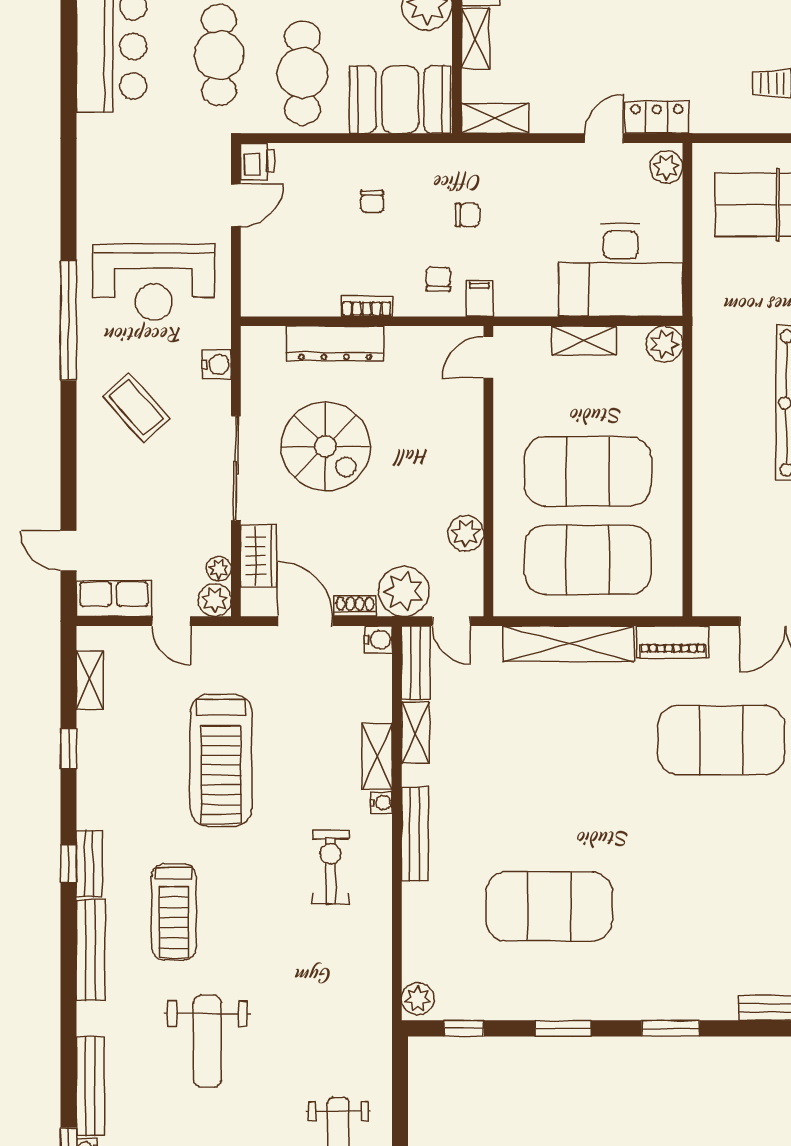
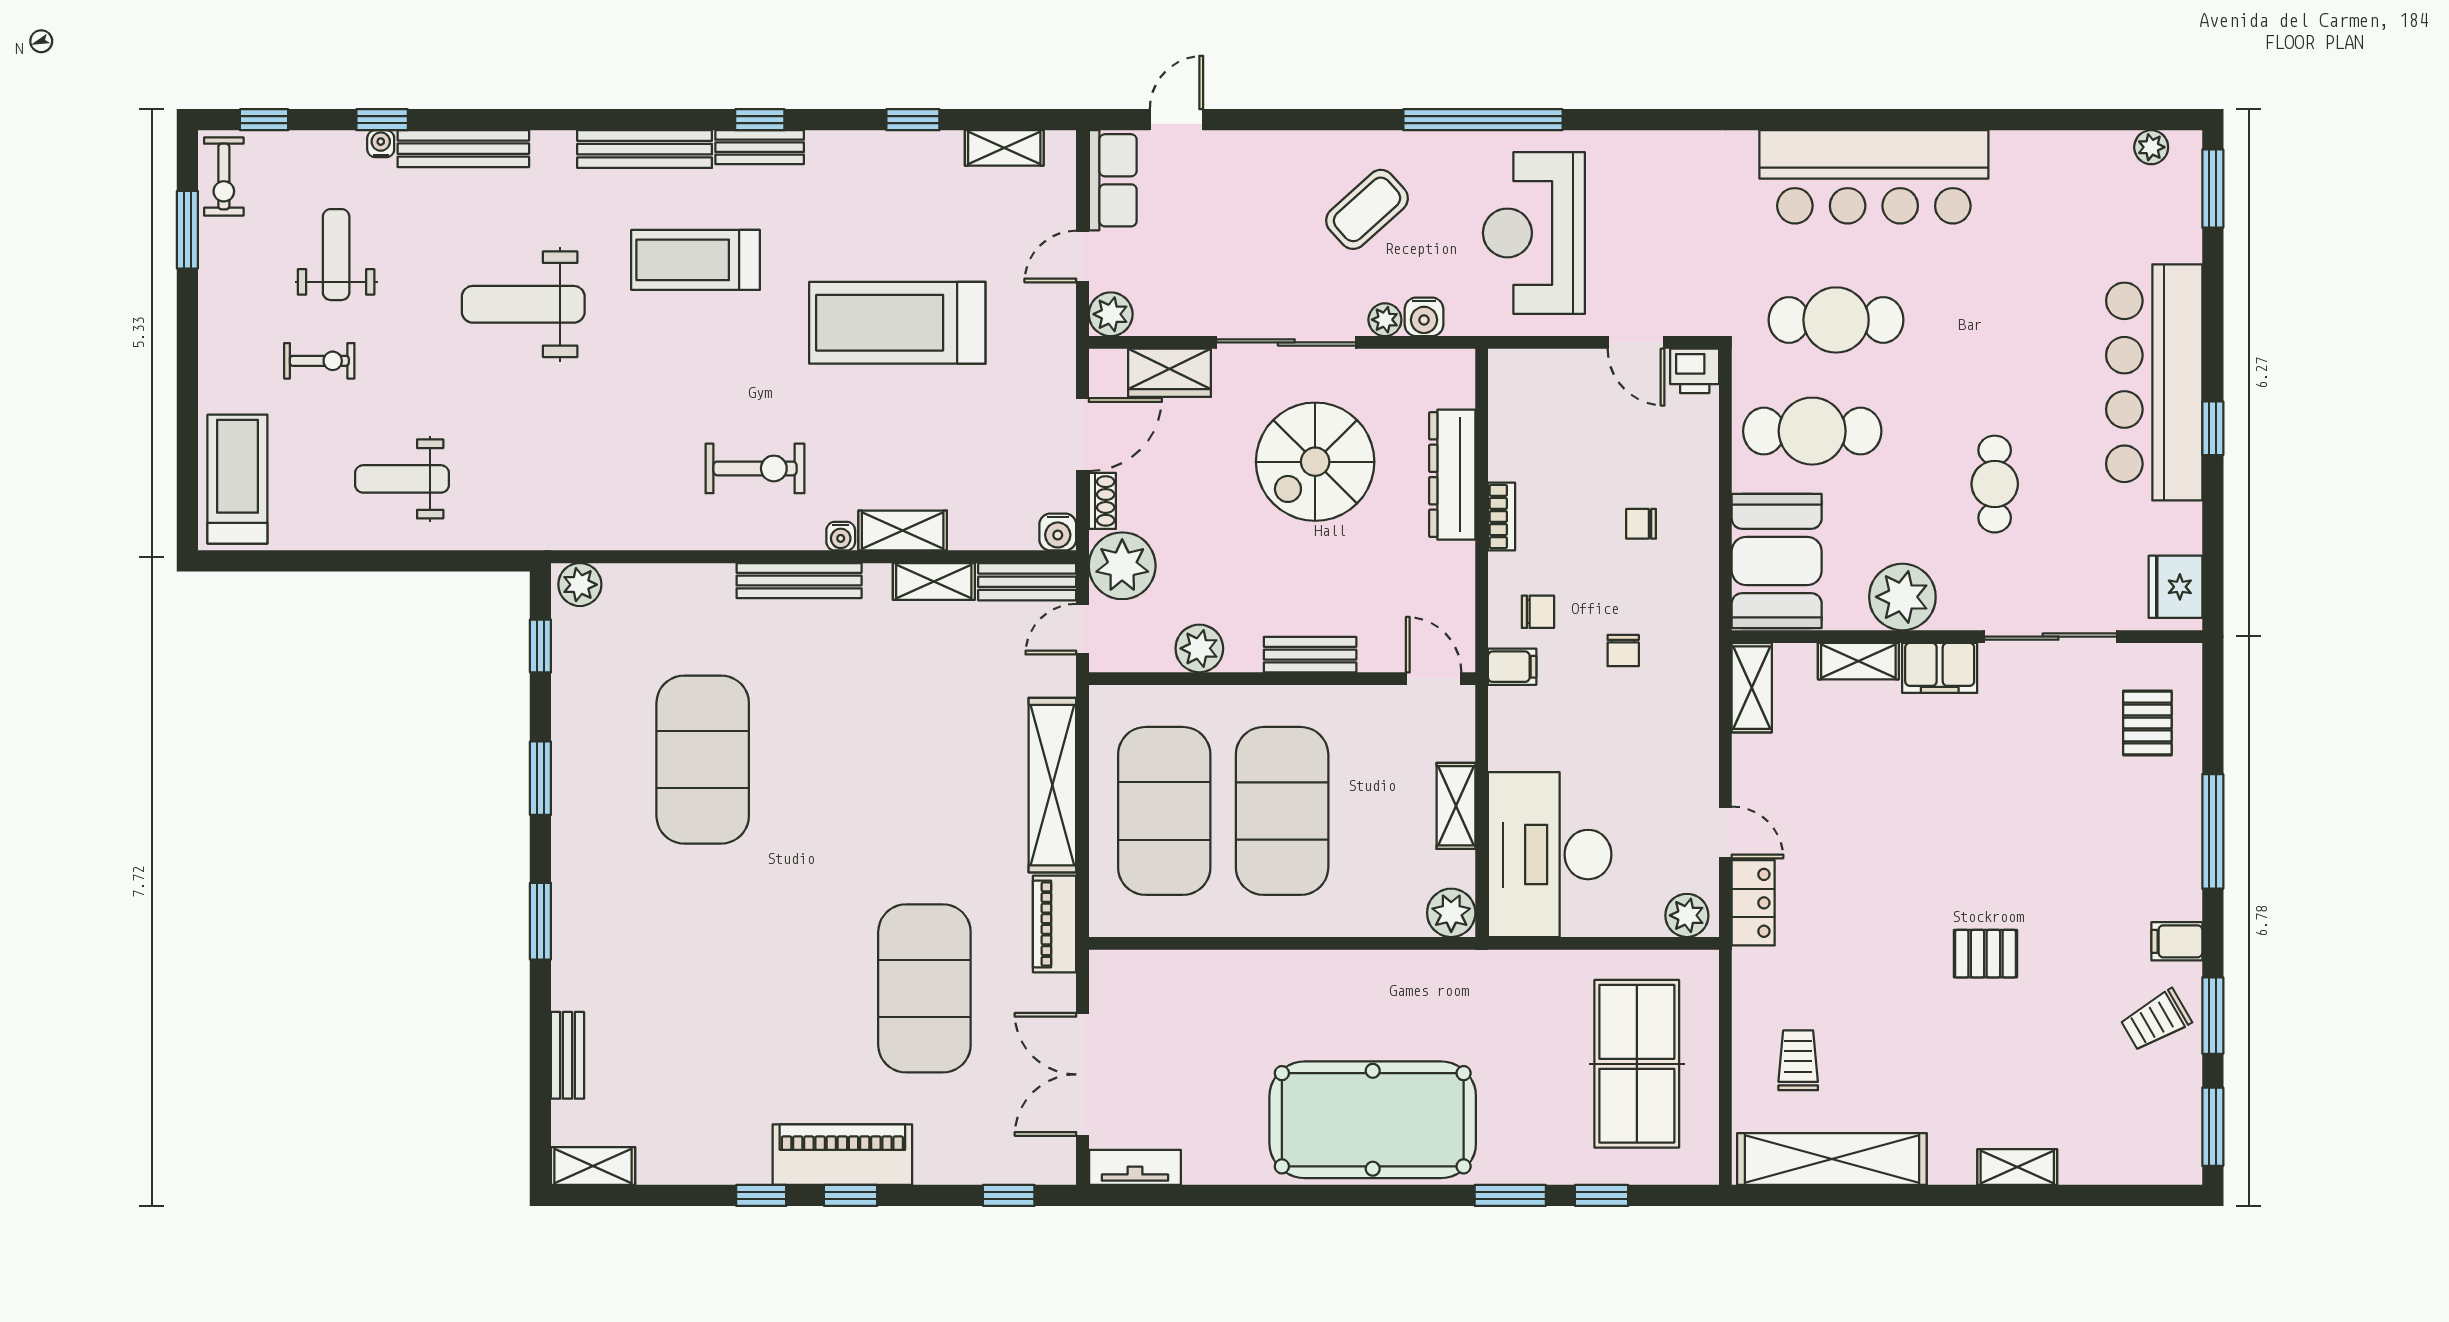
bench: (470, 450) -> (1310, 655), added
plant: (219, 569) -> (1385, 320), moved

